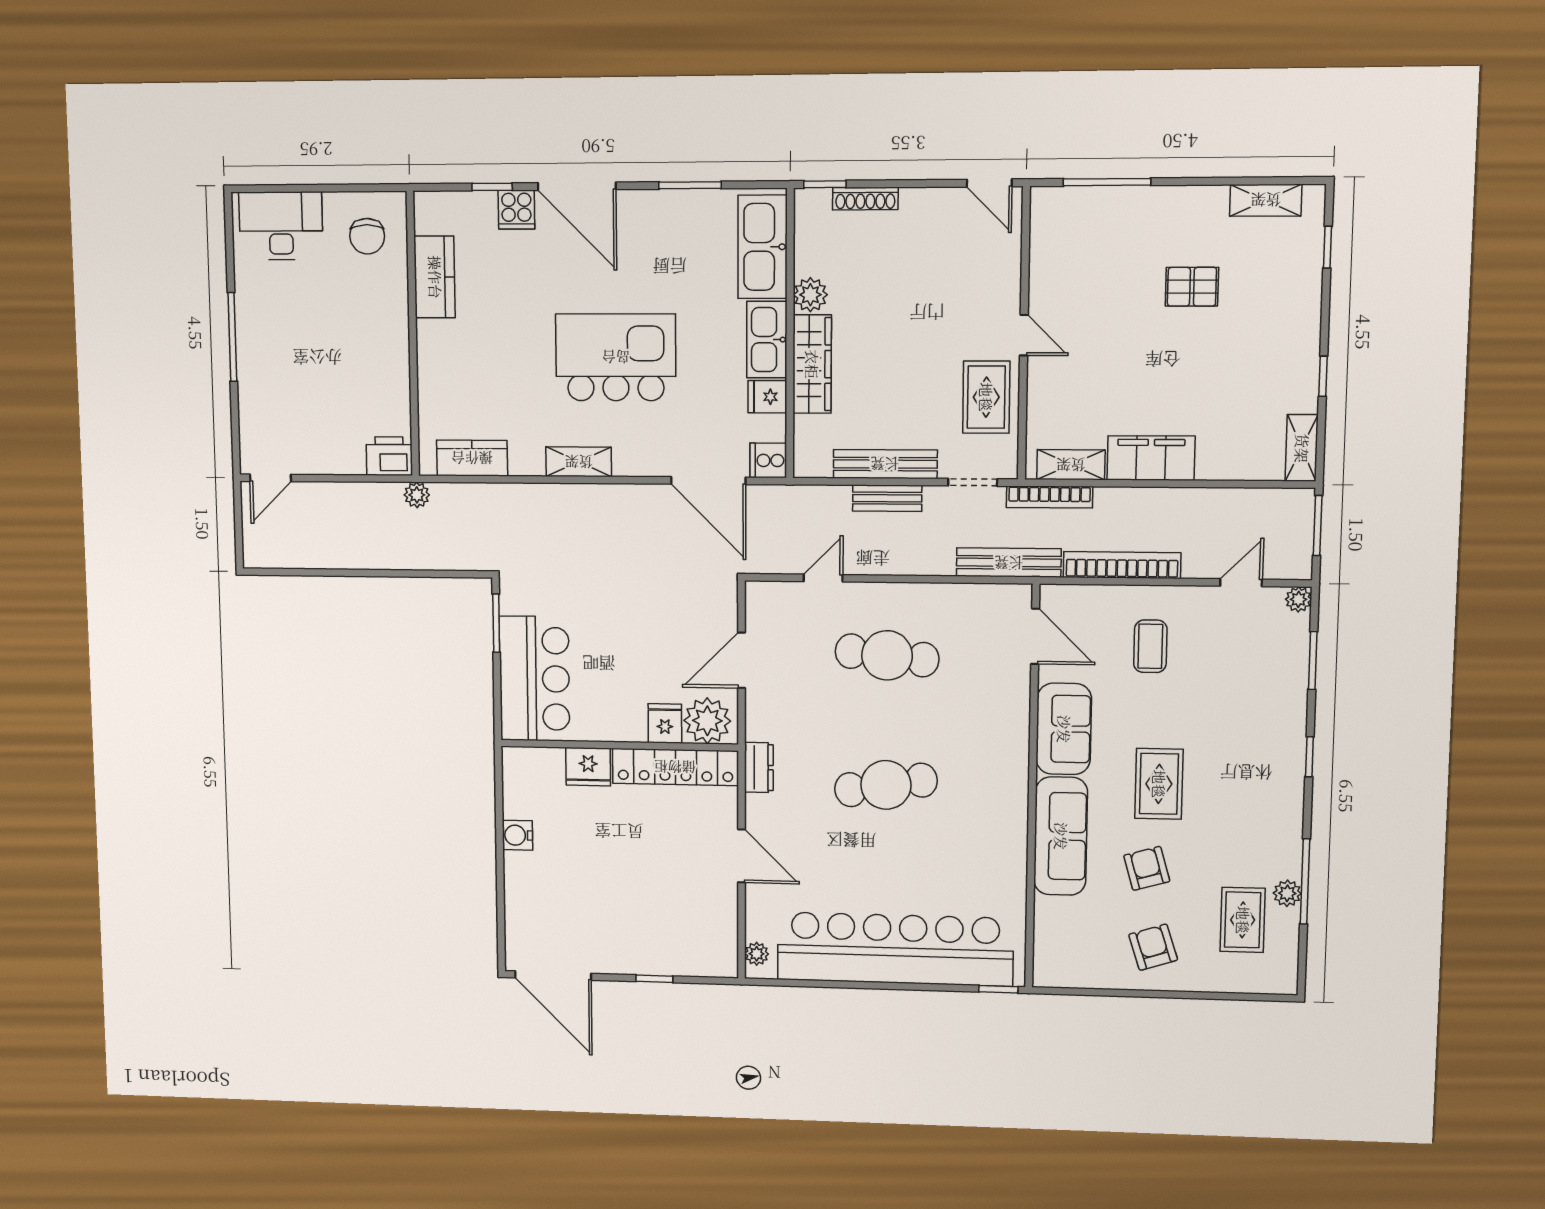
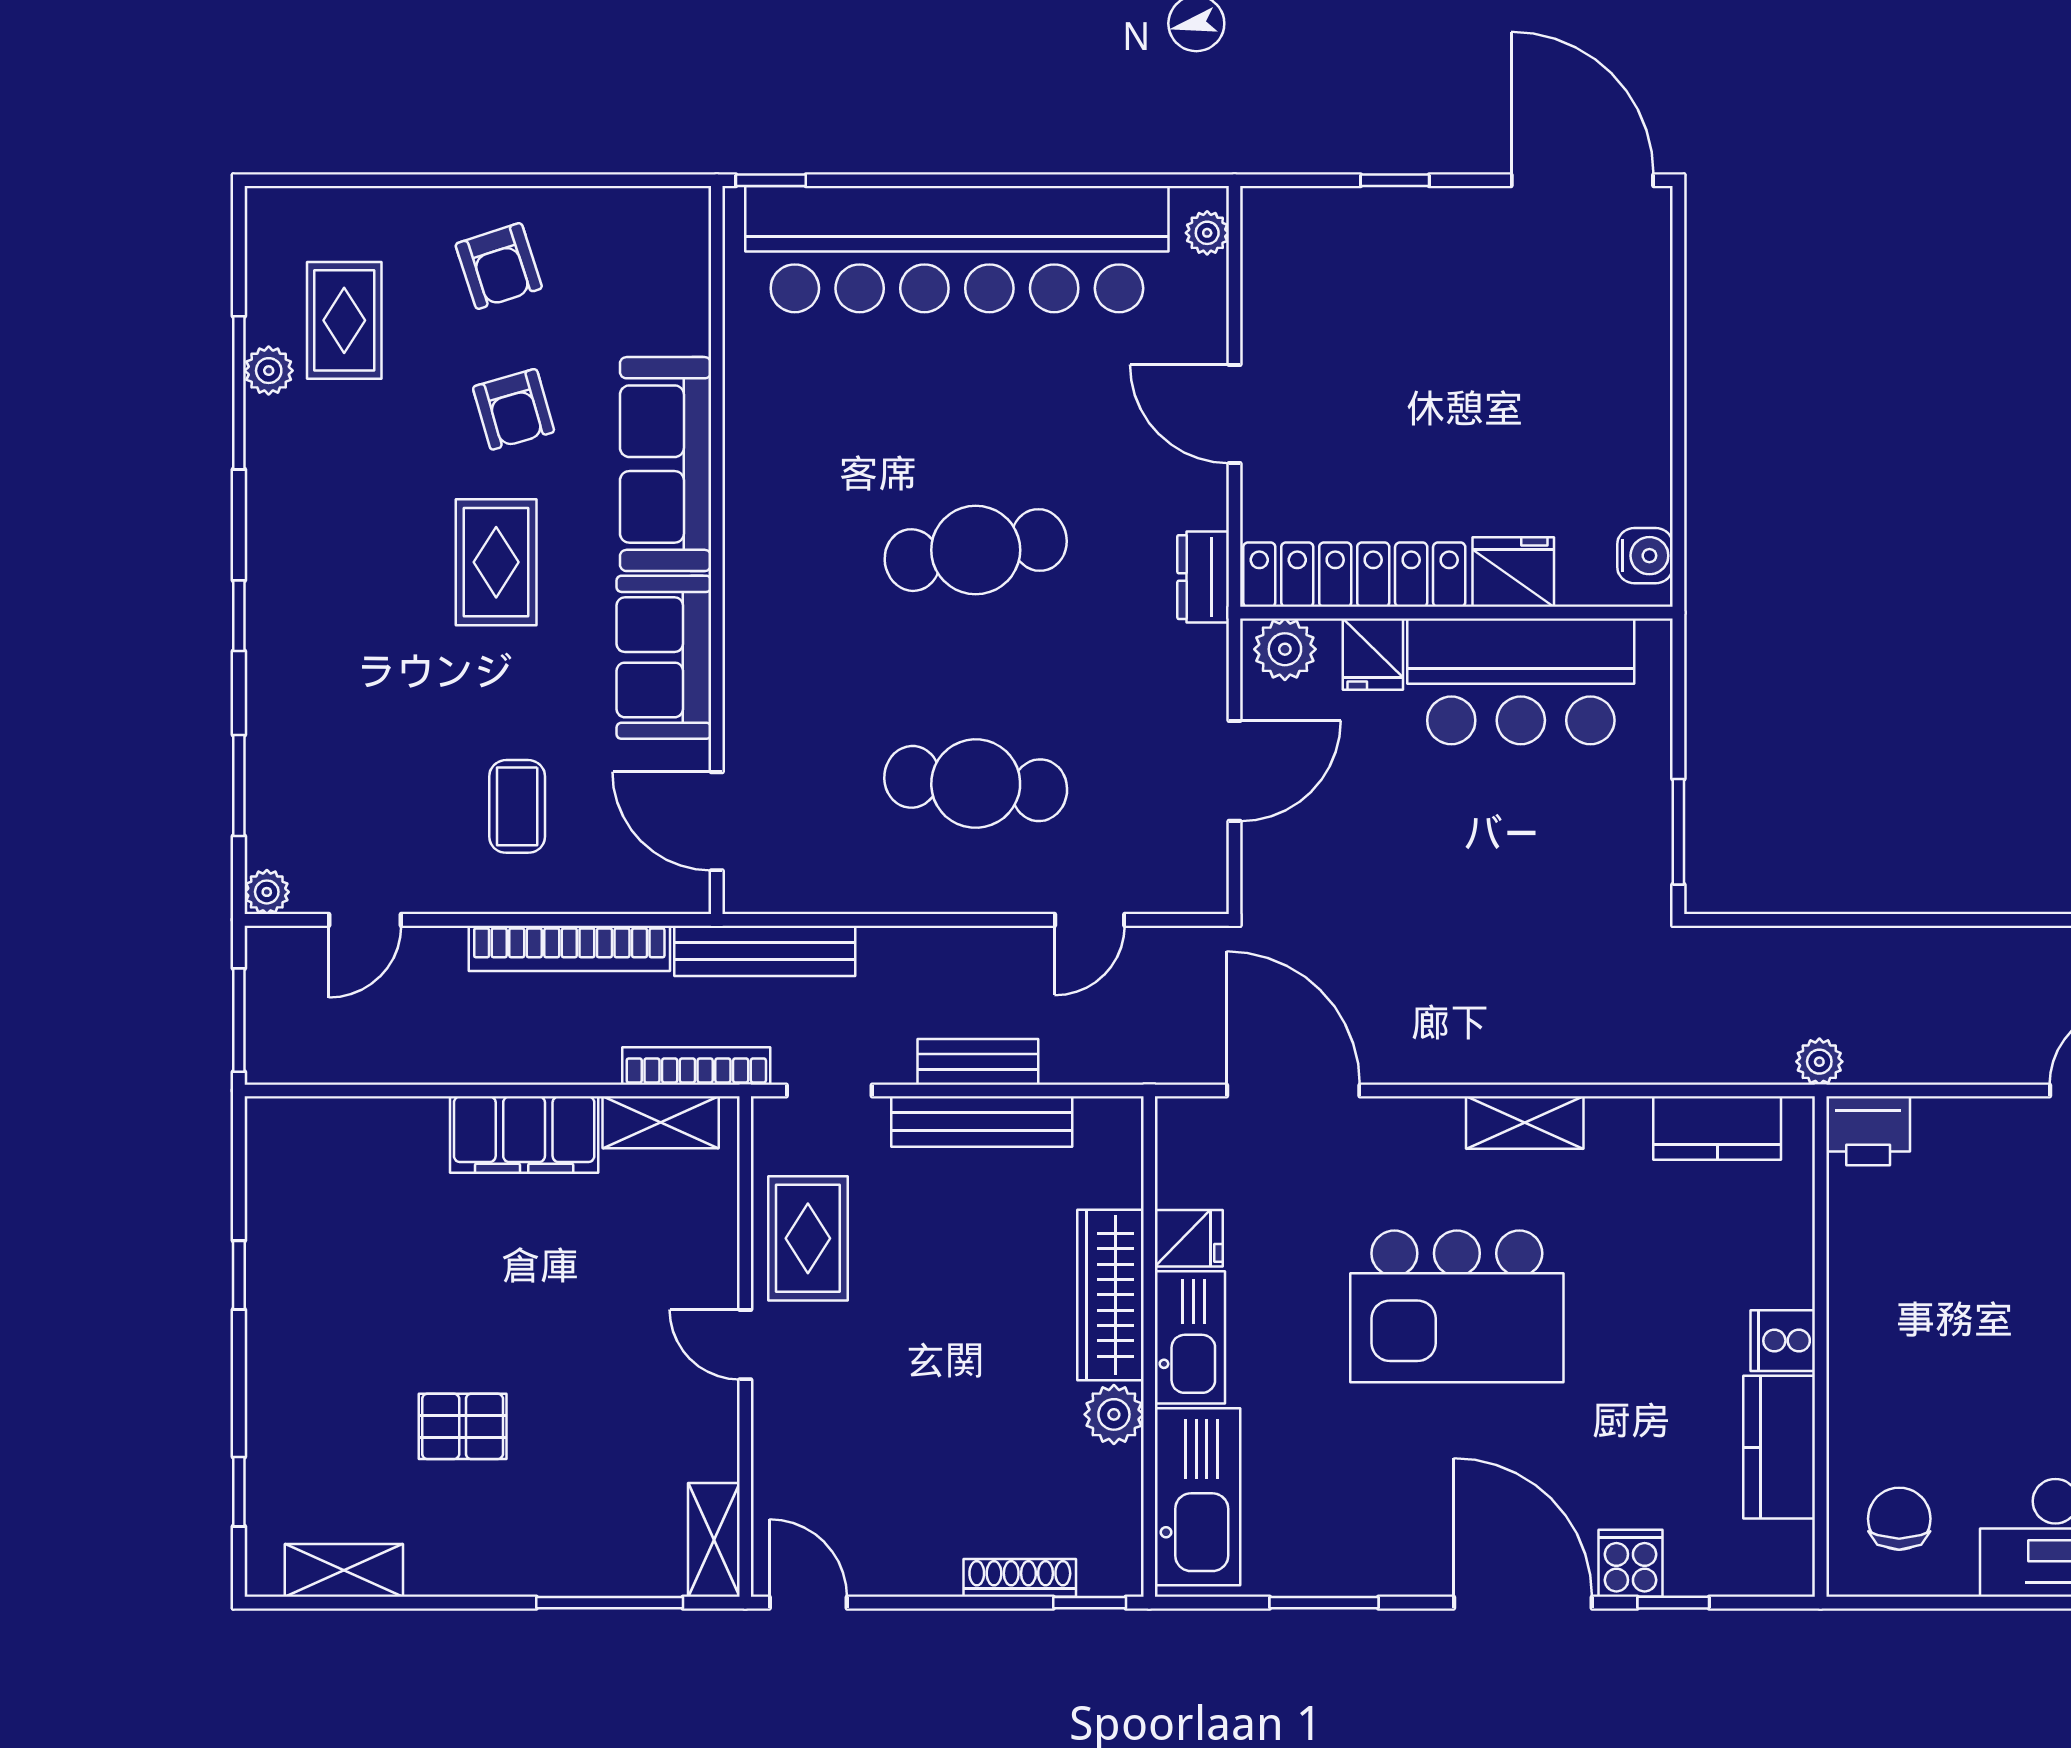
shelving: (1302, 448) -> (714, 1540), moved
cooker: (768, 460) -> (1783, 1341), moved, turned 180
bar counter: (534, 679) -> (1521, 681), moved, turned -90
plant: (707, 721) -> (1285, 649), width x0.73, depth x0.73
water cooler: (517, 835) -> (1645, 556), moved

